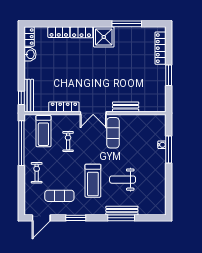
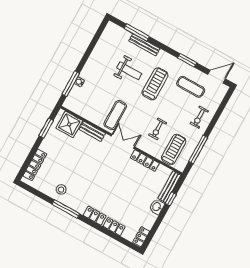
window: (127, 24) -> (66, 209), moved
shower: (104, 37) -> (69, 124), moved
stool: (125, 39) -> (61, 190), added
washbasin: (30, 54) -> (157, 207), moved
window: (169, 75) -> (46, 128), moved
window: (21, 98) -> (171, 199), moved
window: (21, 143) -> (198, 150), width x0.68
window: (169, 149) -> (71, 84), moved
window: (121, 218) -> (137, 32), moved

